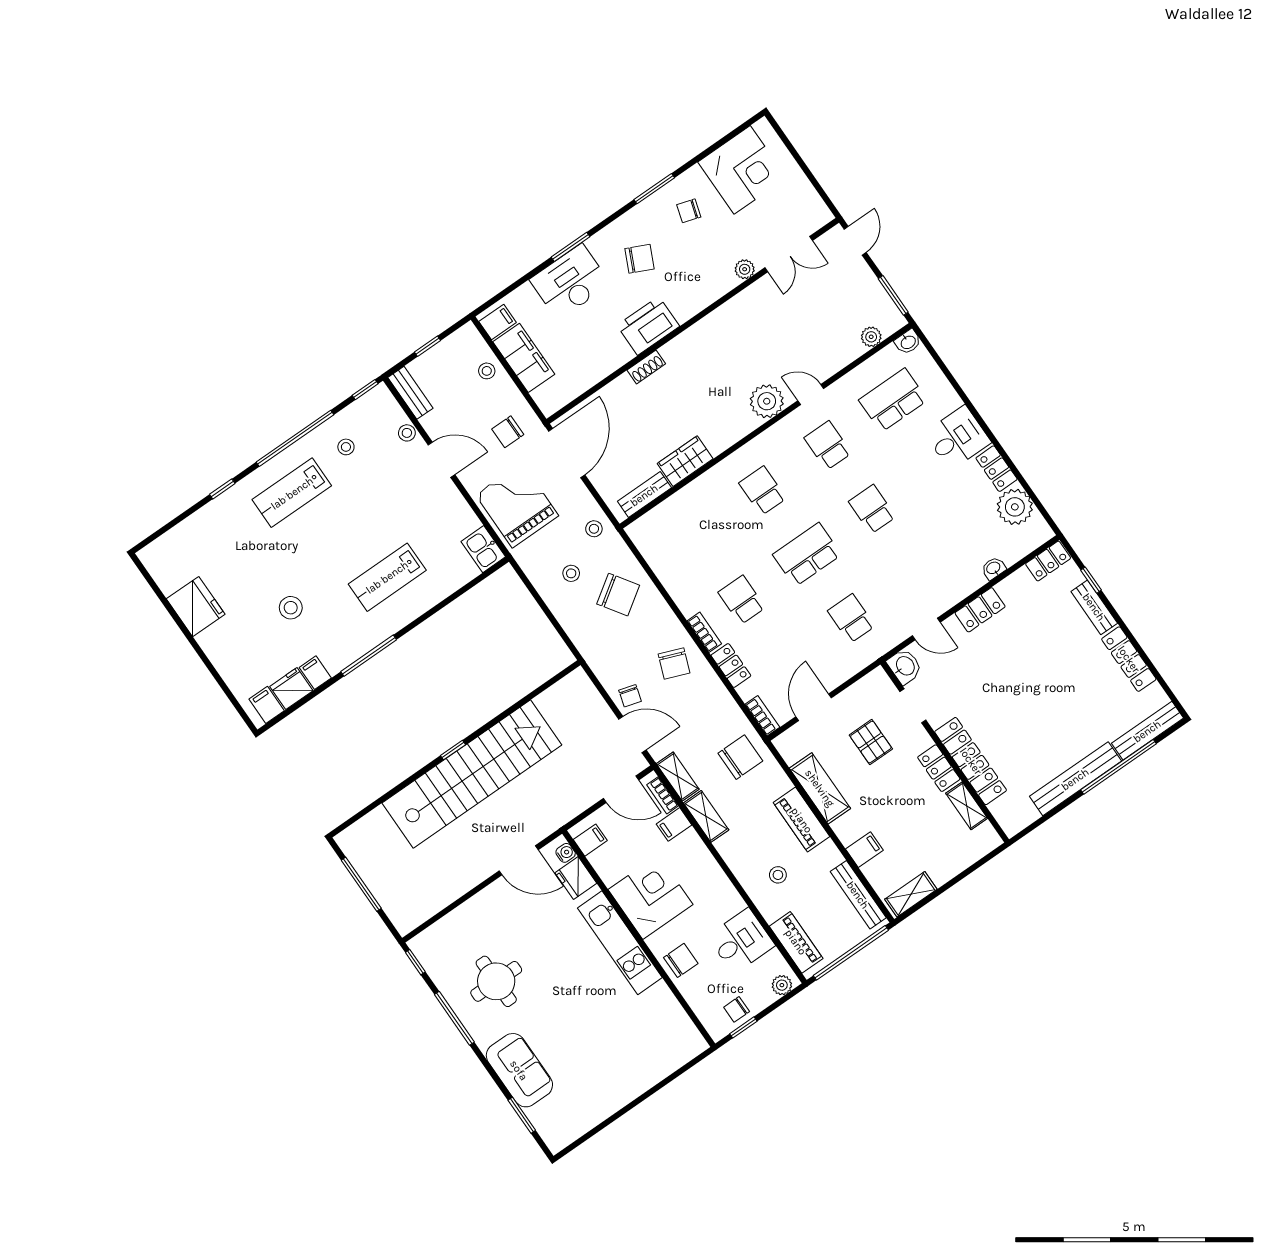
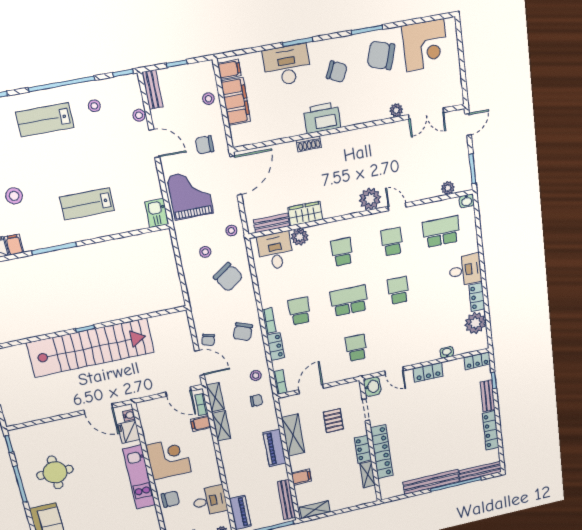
chair: (689, 211) -> (381, 55), width x1.87, depth x1.87
plant: (692, 496) -> (300, 237), added
desk: (668, 530) -> (275, 251), added
chair: (740, 757) -> (256, 400), width x0.54, depth x0.54
filing cabinet: (590, 840) -> (147, 414), removed
stool: (778, 875) -> (256, 376), moved

